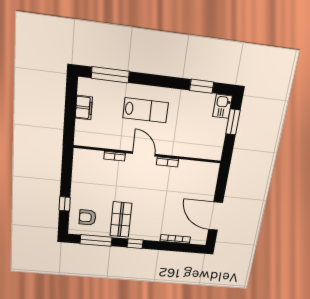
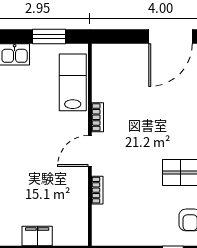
lab bench: (146, 110) -> (73, 82), moved
window: (233, 122) -> (49, 36), moved

